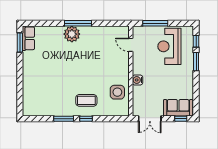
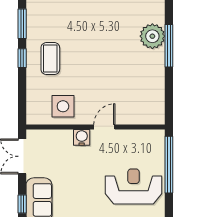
window: (155, 23) -> (169, 165), width x1.46
door: (131, 45) -> (104, 127), moved

